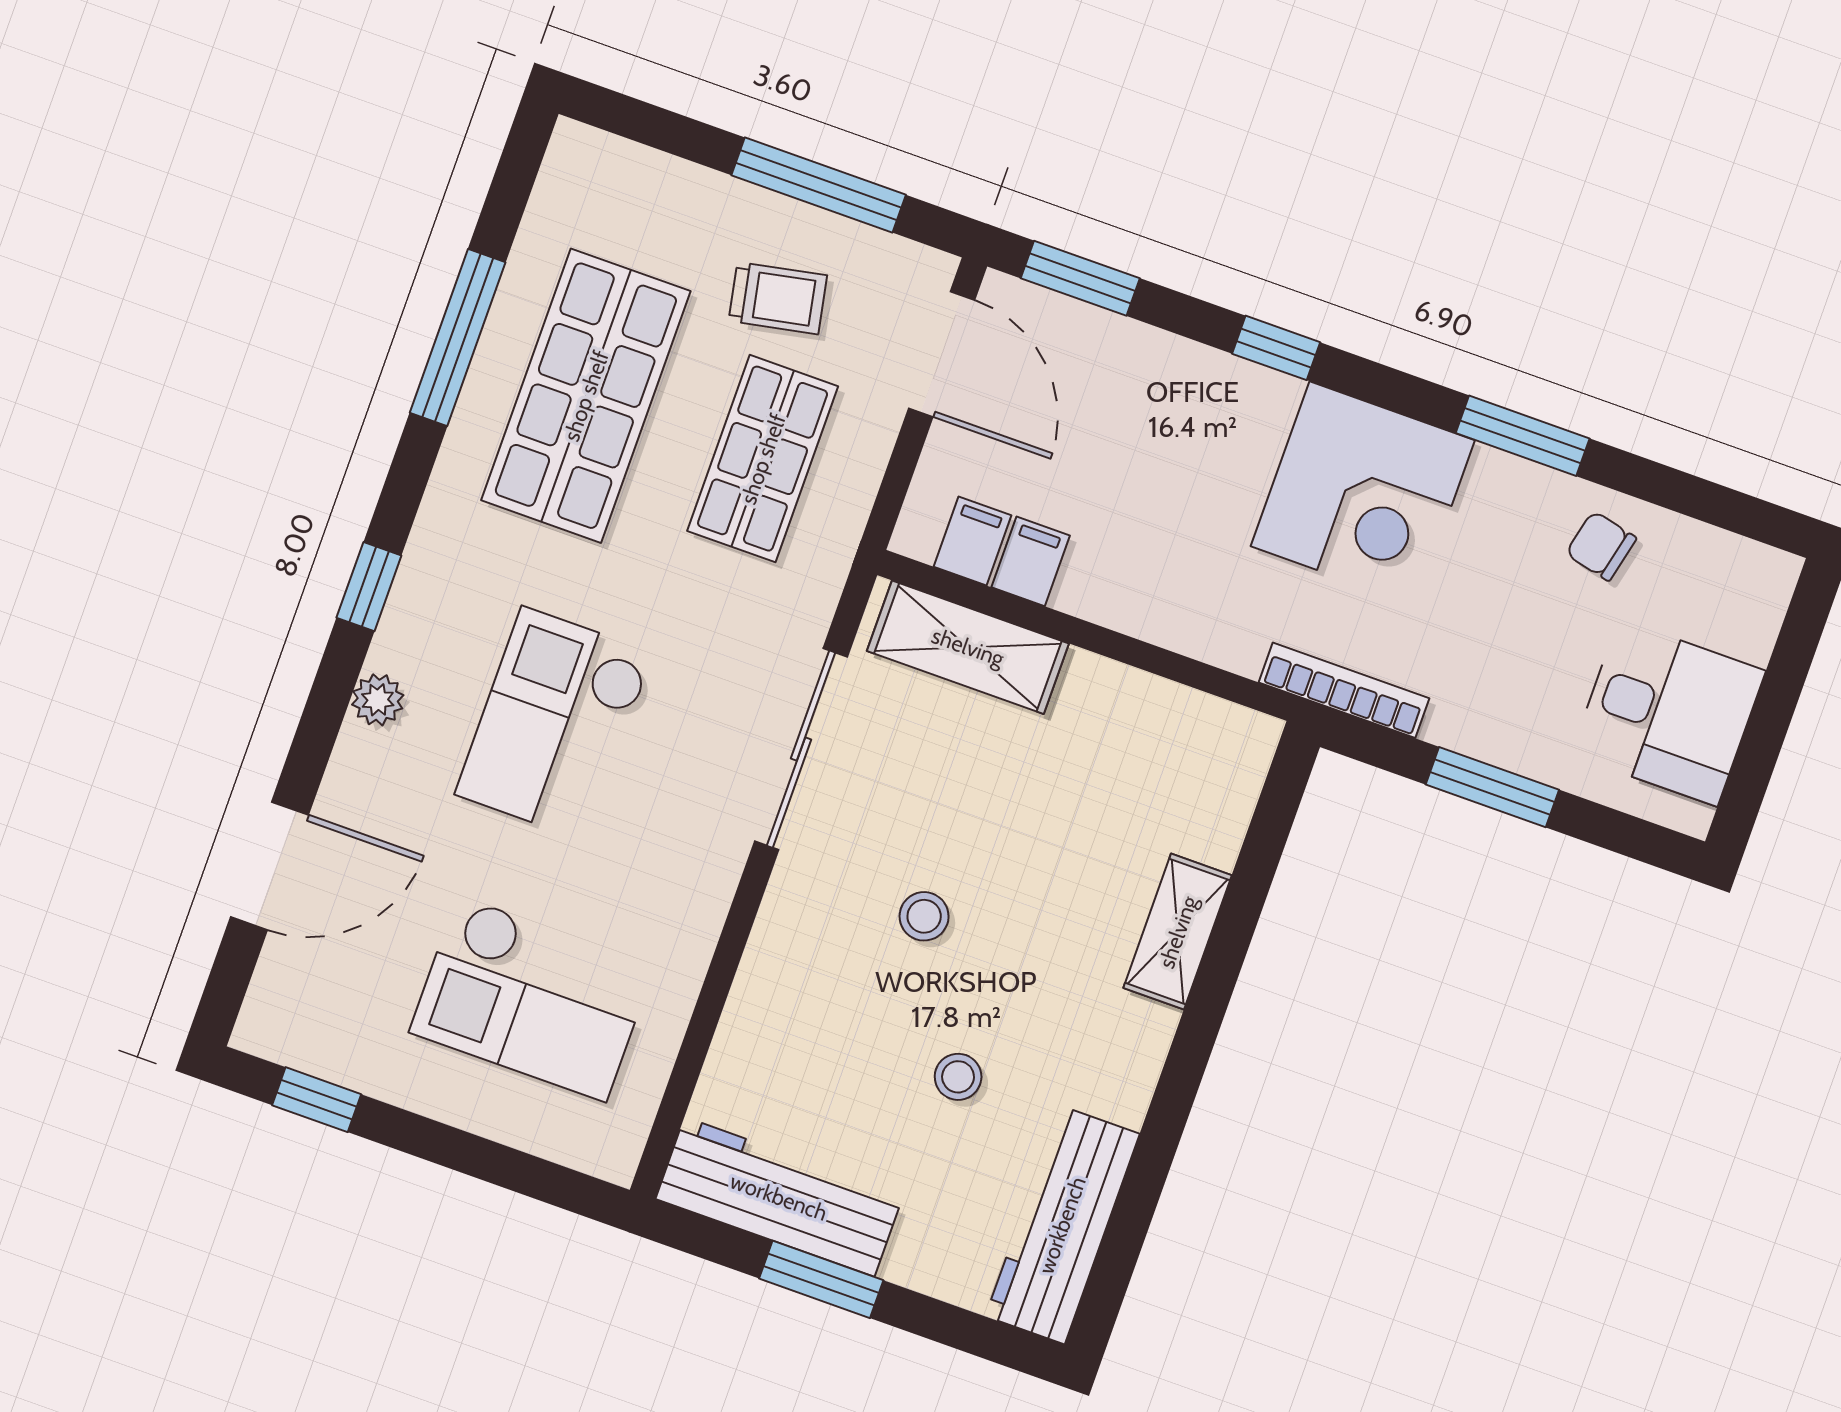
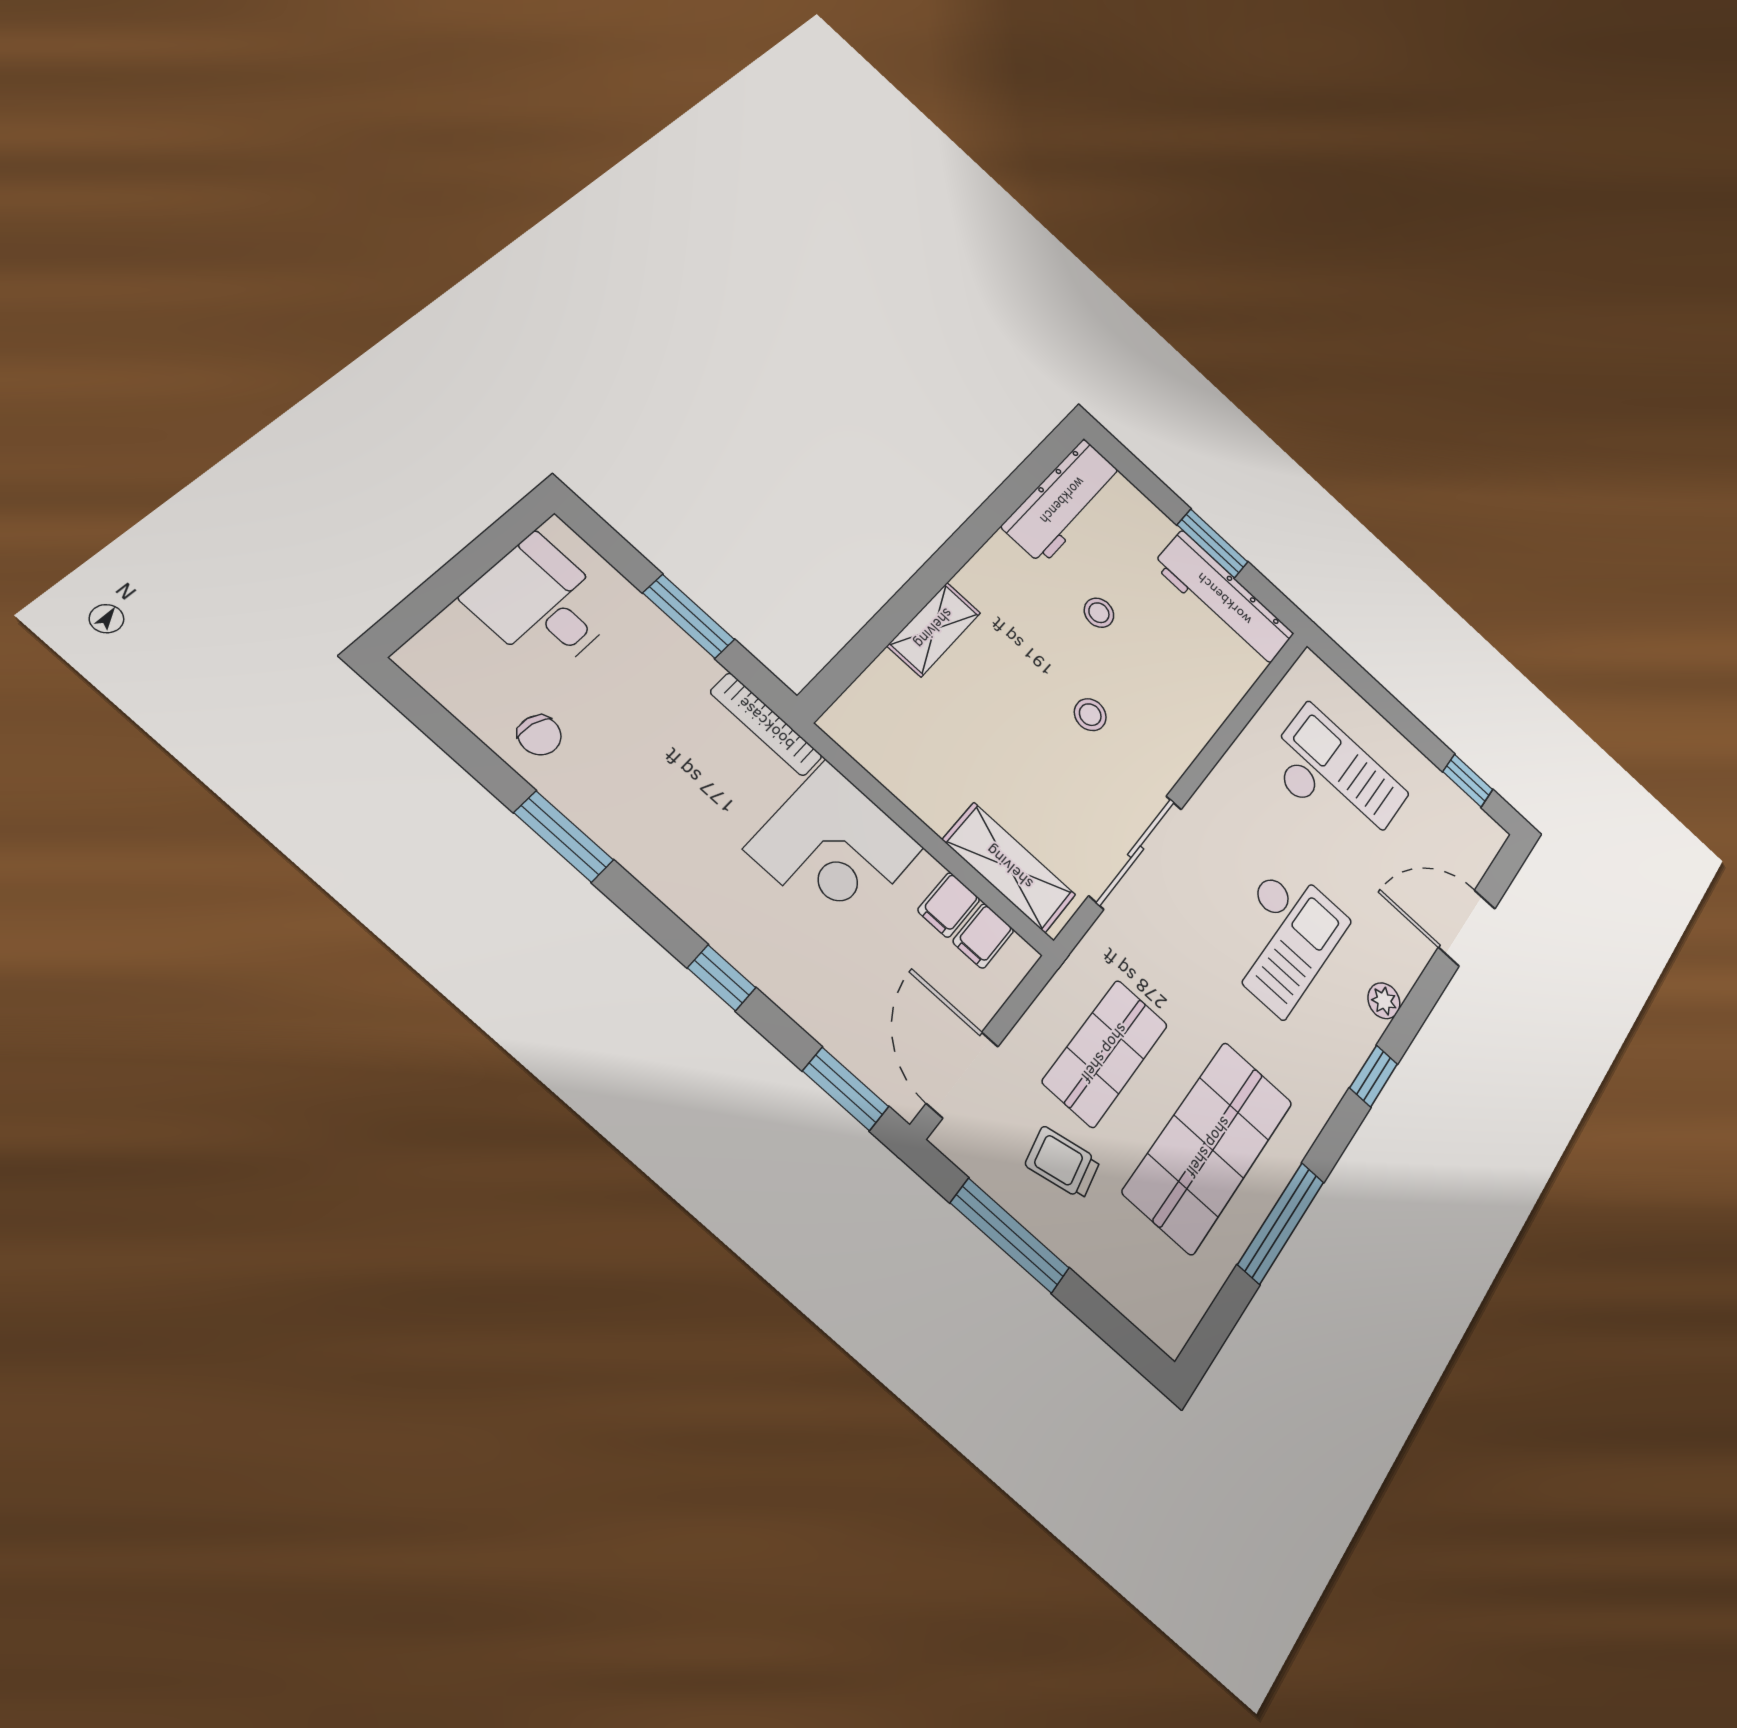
corner desk: (1363, 493) -> (835, 848), moved, turned 180

